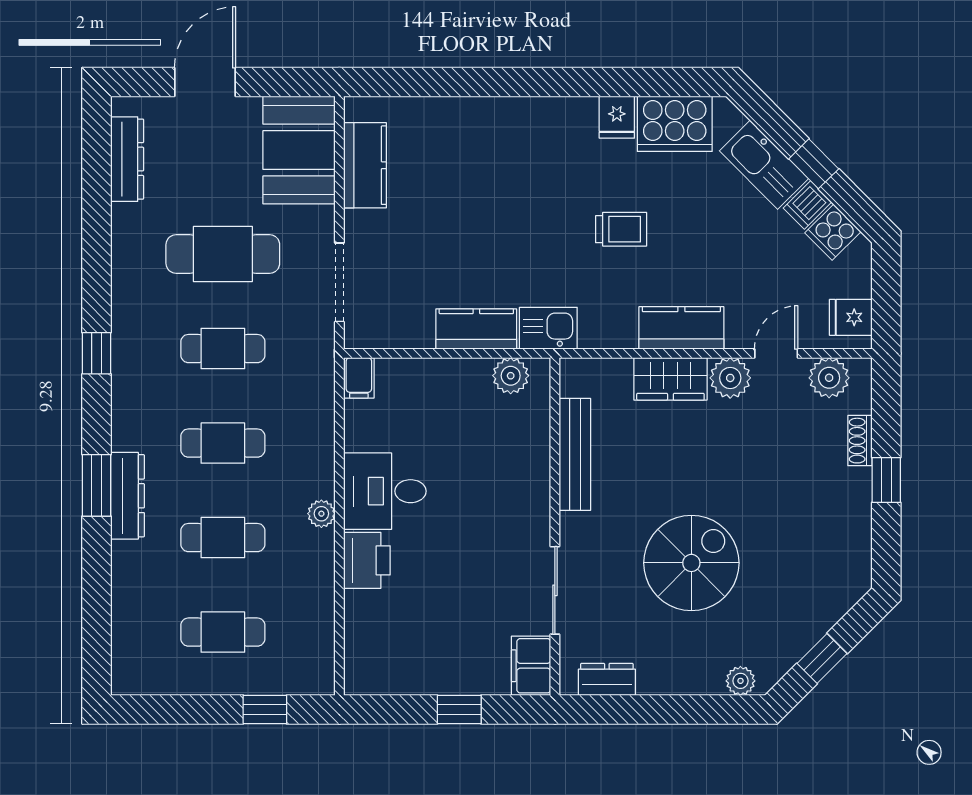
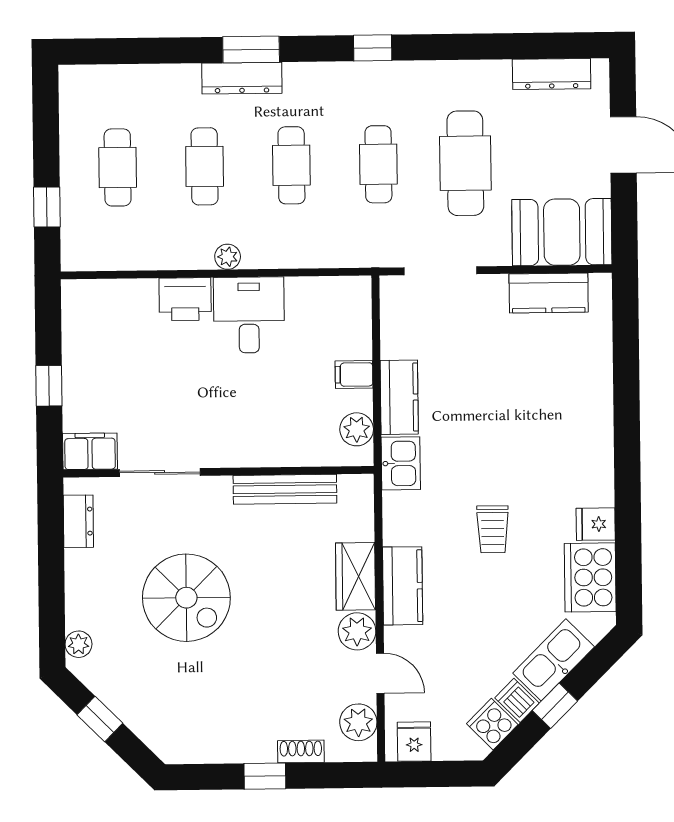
filing cabinet: (359, 378) -> (354, 375), moved

